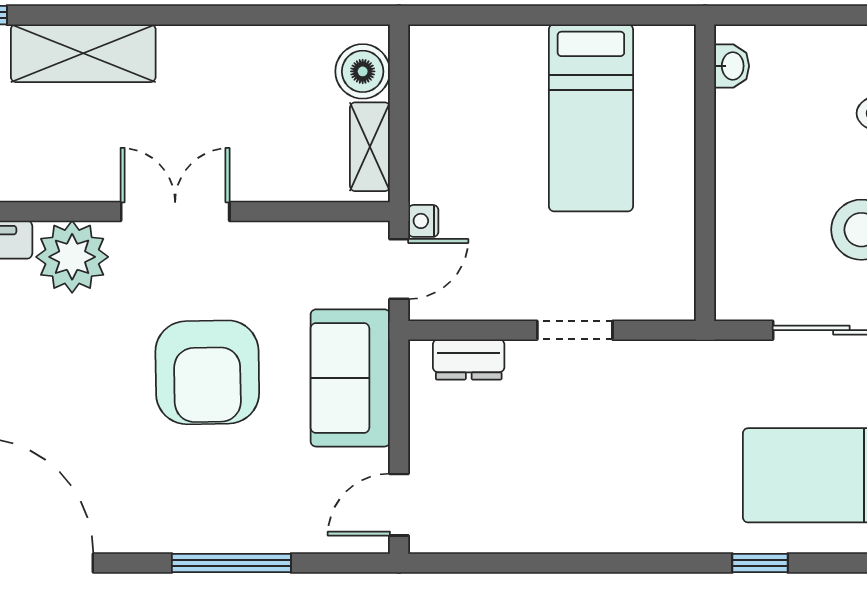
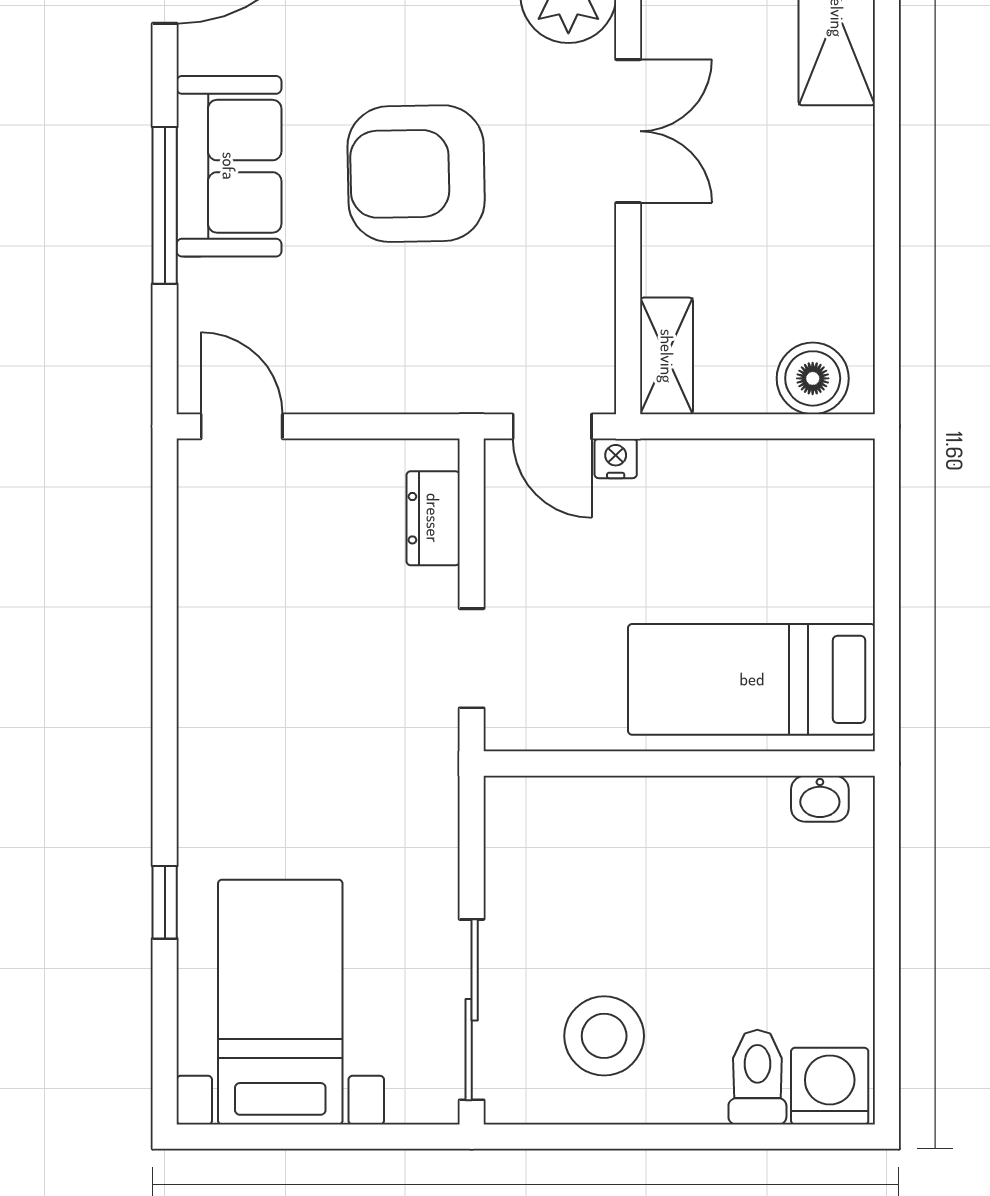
washbasin: (732, 66) -> (820, 799), moved
shelving: (370, 147) -> (667, 356), moved, turned 90
wall: (705, 173) -> (679, 763), moved
sofa: (350, 378) -> (229, 166), moved, turned 90

